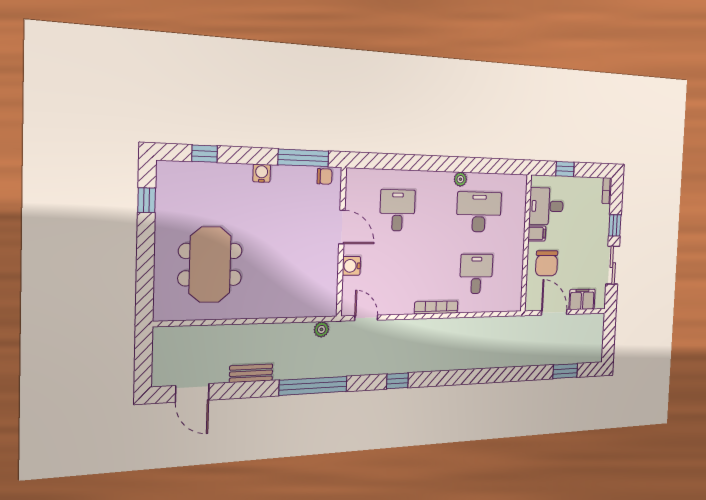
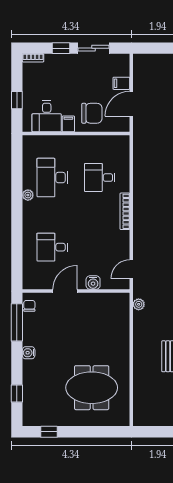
filing cabinet: (582, 299) -> (121, 83), width x0.50

